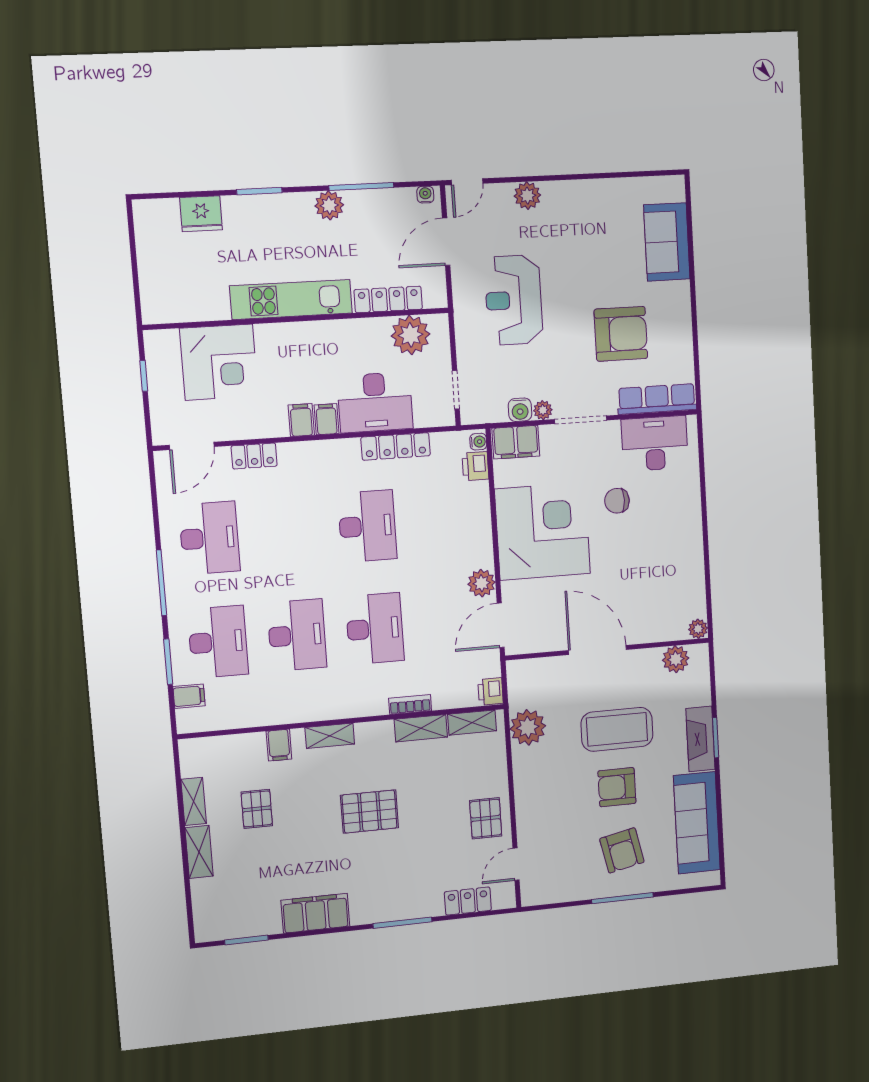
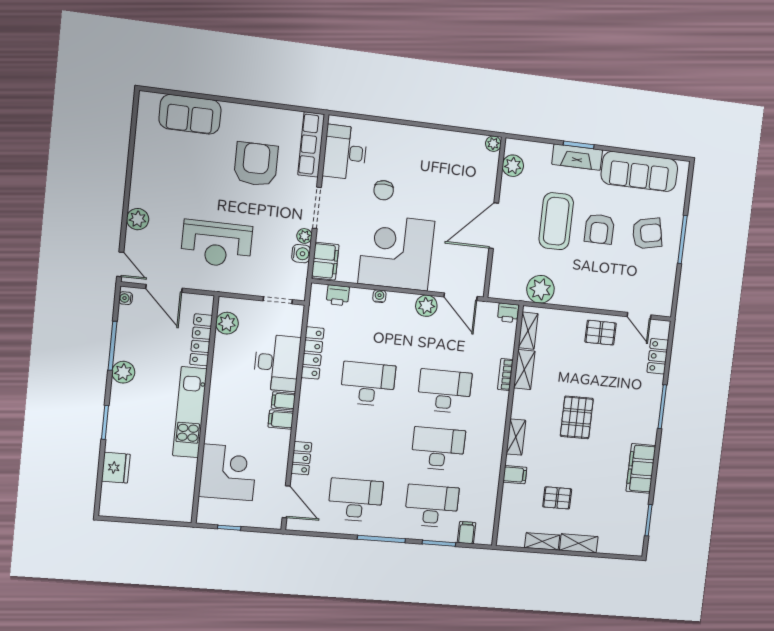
plant: (411, 335) -> (227, 323), width x0.73, depth x0.73
water cooler: (478, 442) -> (379, 296), moved

